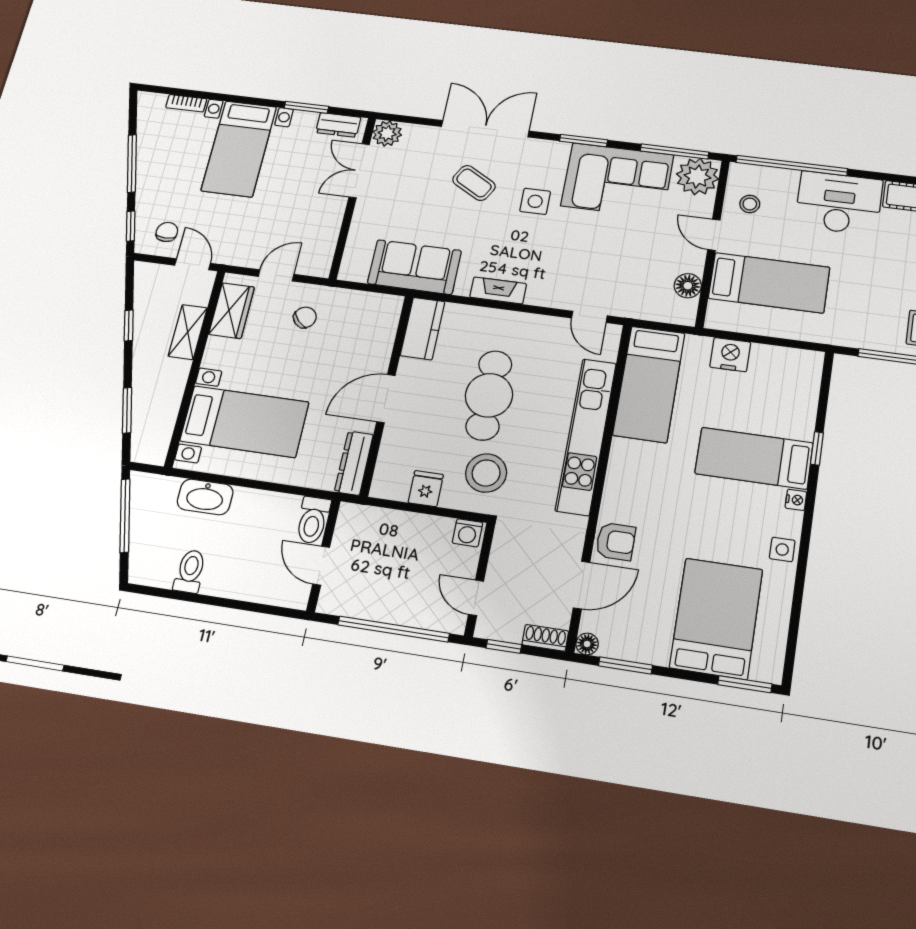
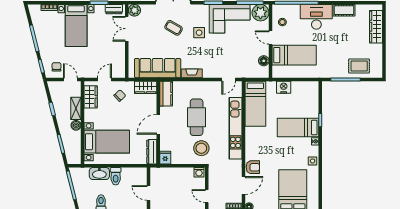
sofa: (414, 267) -> (158, 68), width x1.36
wardrobe: (374, 307) -> (146, 87), added
door: (589, 317) -> (229, 79), hinge flipped
boiler: (177, 372) -> (76, 125), added
fridge: (426, 489) -> (165, 158), moved
toilet: (313, 520) -> (116, 176), moved

